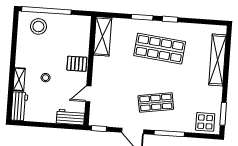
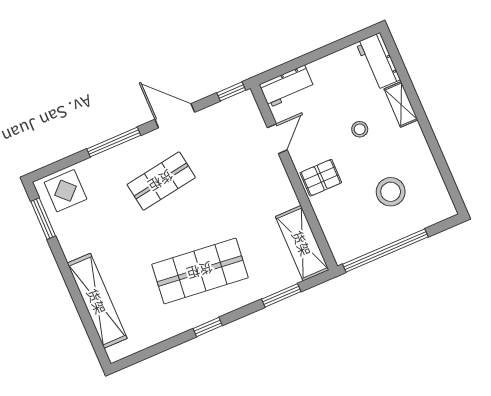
window: (46, 11) -> (385, 251), moved
window: (142, 17) -> (281, 295), moved
stool: (38, 26) -> (391, 192), moved

